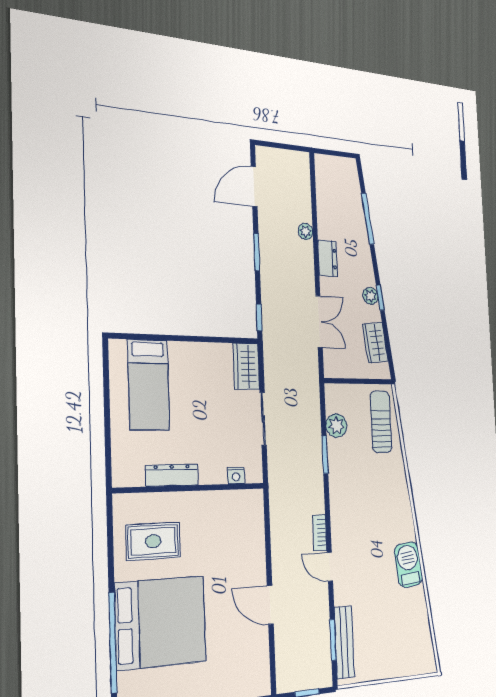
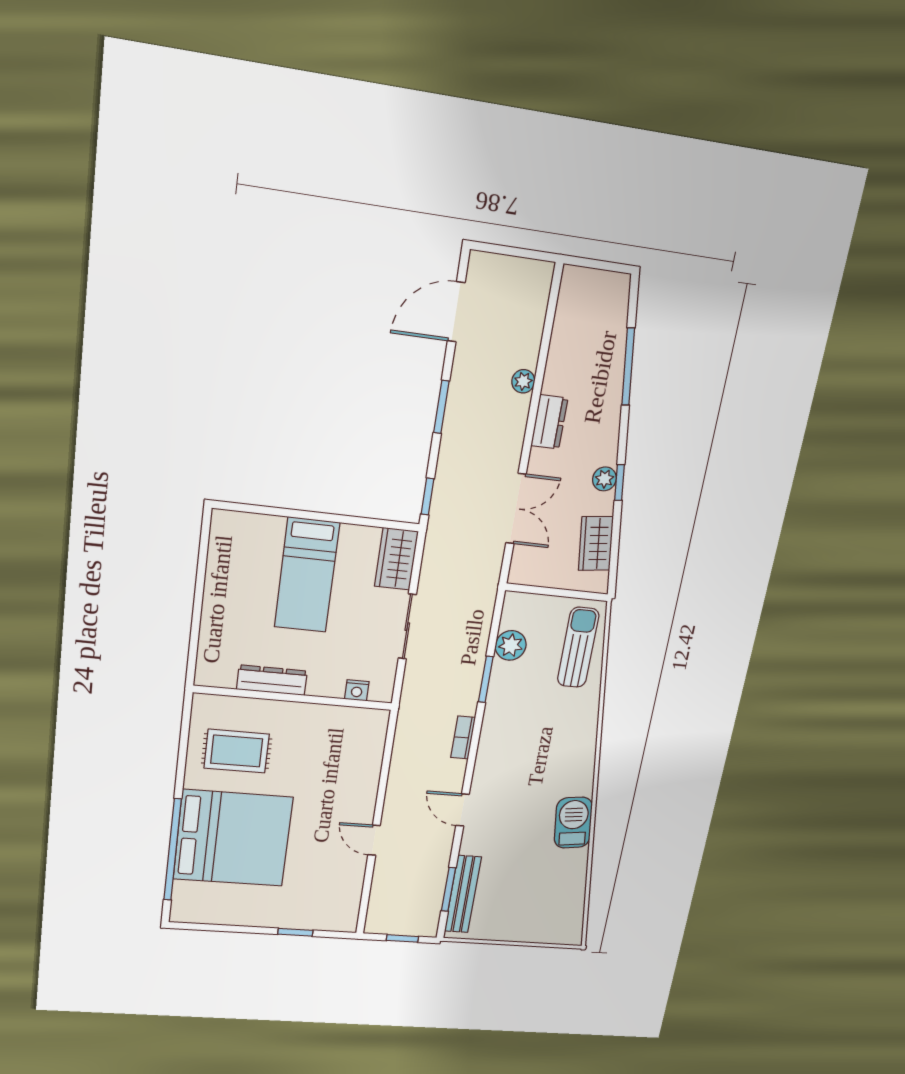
bed: (149, 385) -> (307, 575), moved
bookcase: (320, 533) -> (463, 738), moved
door: (270, 605) -> (374, 840), width x0.73

